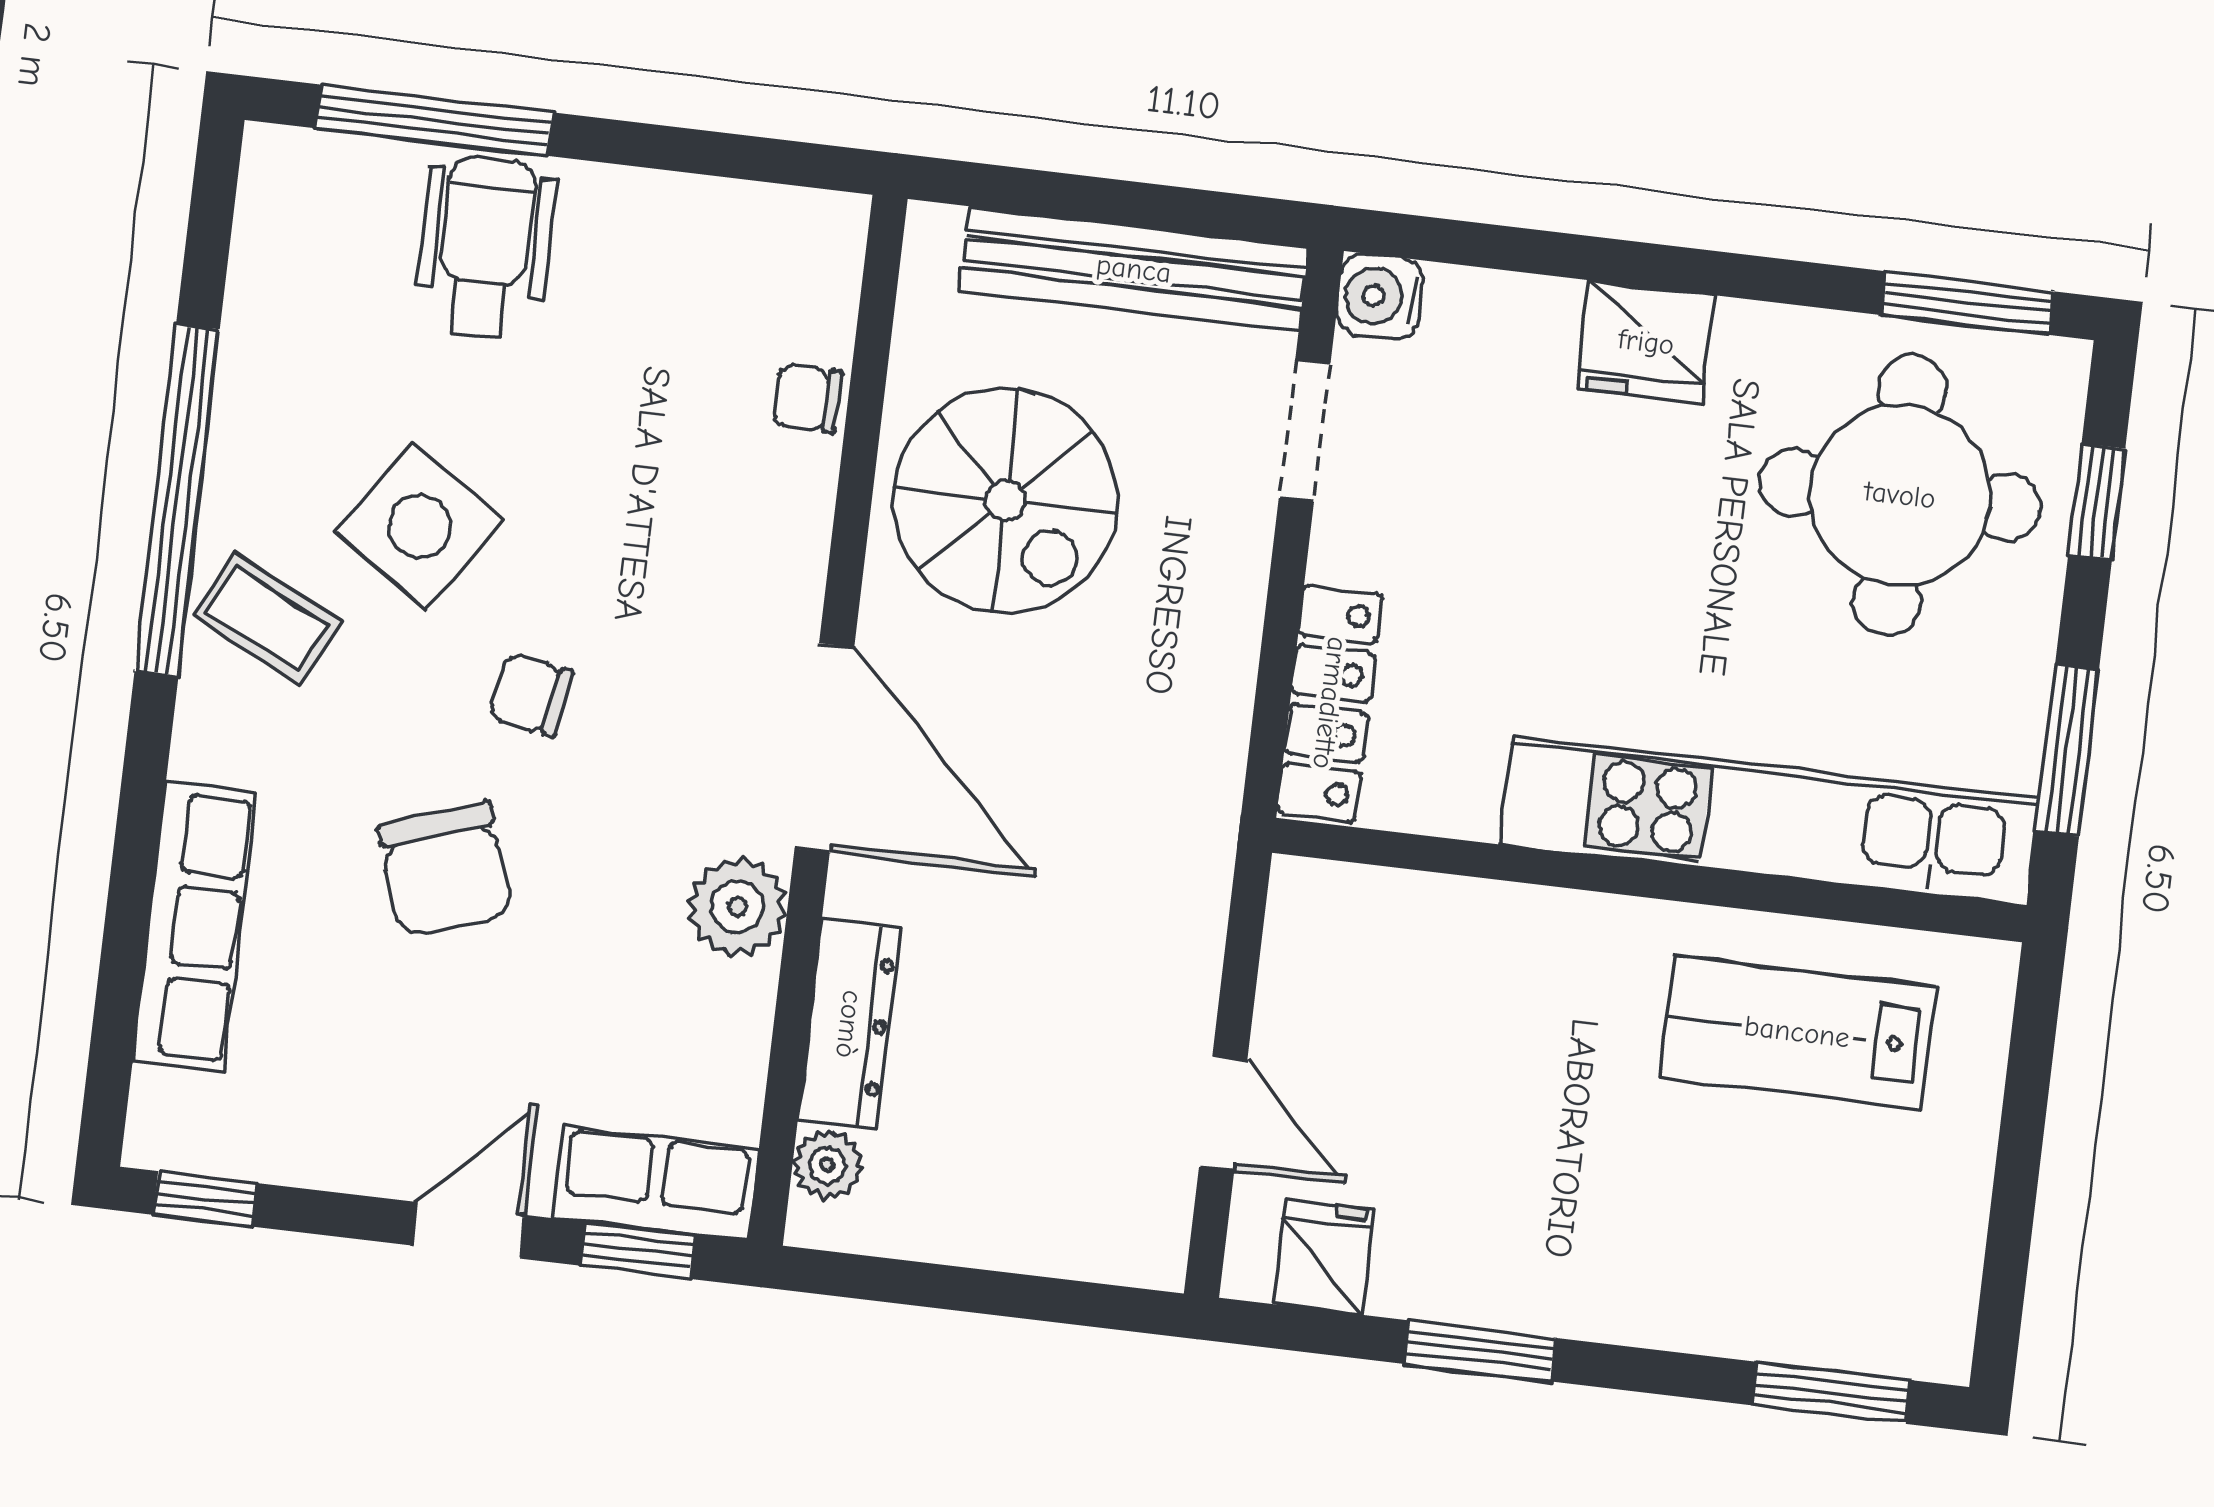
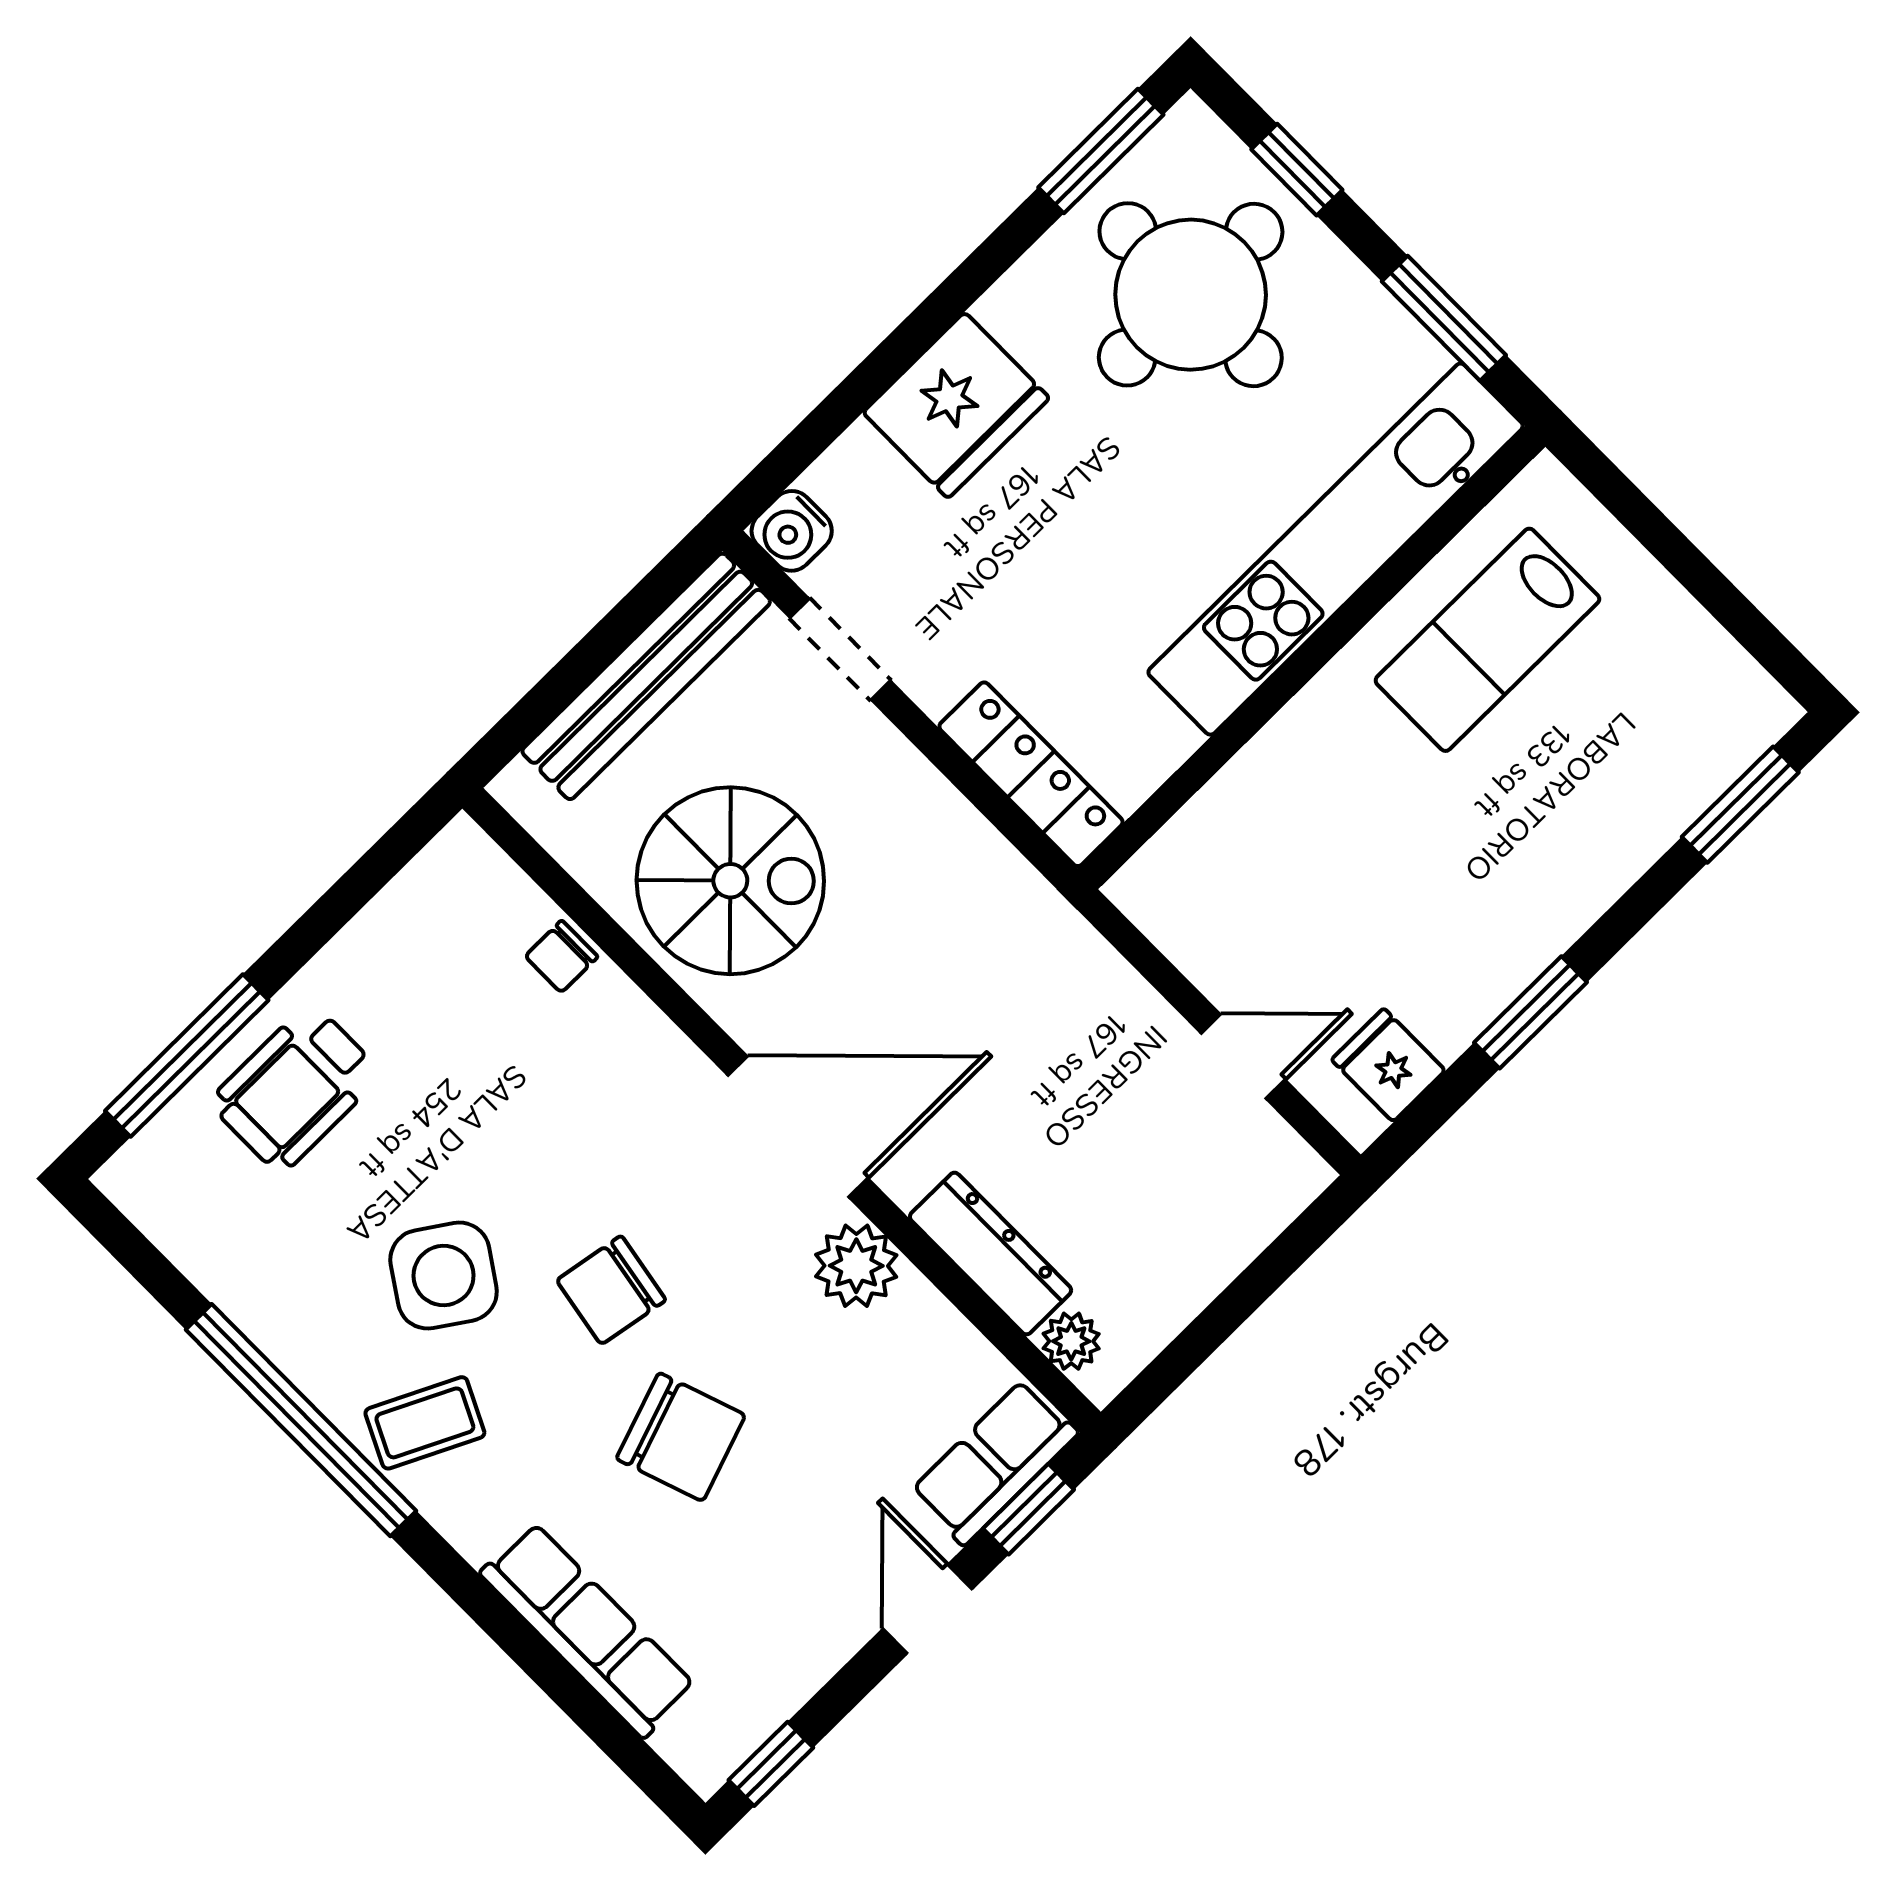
wheelchair: (485, 247) -> (296, 1088), turned -90
fridge: (1646, 342) -> (956, 405), width x1.36, depth x1.34
chair: (531, 695) -> (611, 1290), width x1.37, depth x1.37

